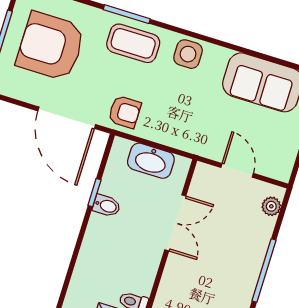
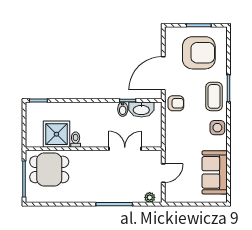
armchair: (51, 46) -> (199, 53), turned 90
armchair: (125, 112) -> (176, 103), turned -90
washbasin: (151, 161) -> (141, 110), moved, turned -90
double door: (175, 223) -> (125, 149), swing flipped

